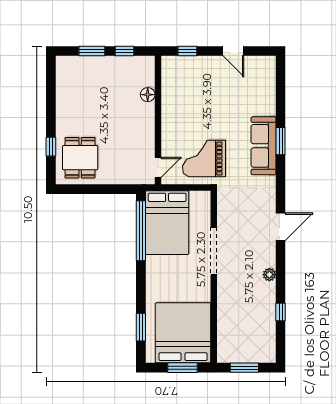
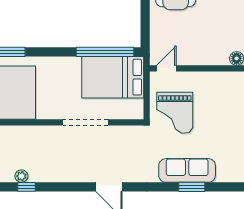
grand piano: (204, 158) -> (175, 113), turned 180
door: (158, 167) -> (166, 68), swing flipped
plant: (269, 275) -> (21, 176), moved

